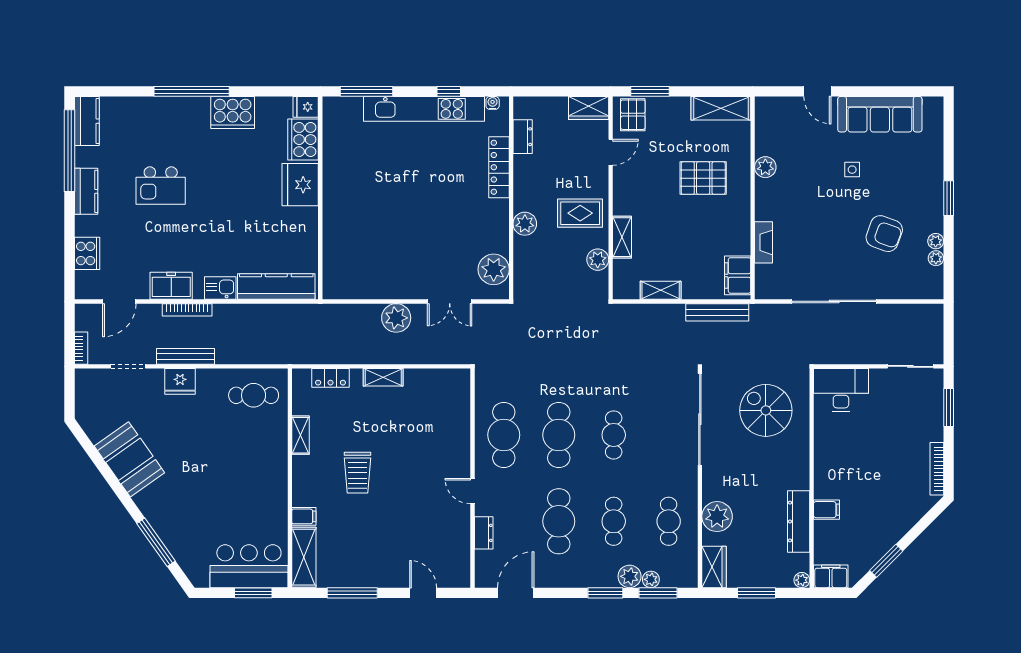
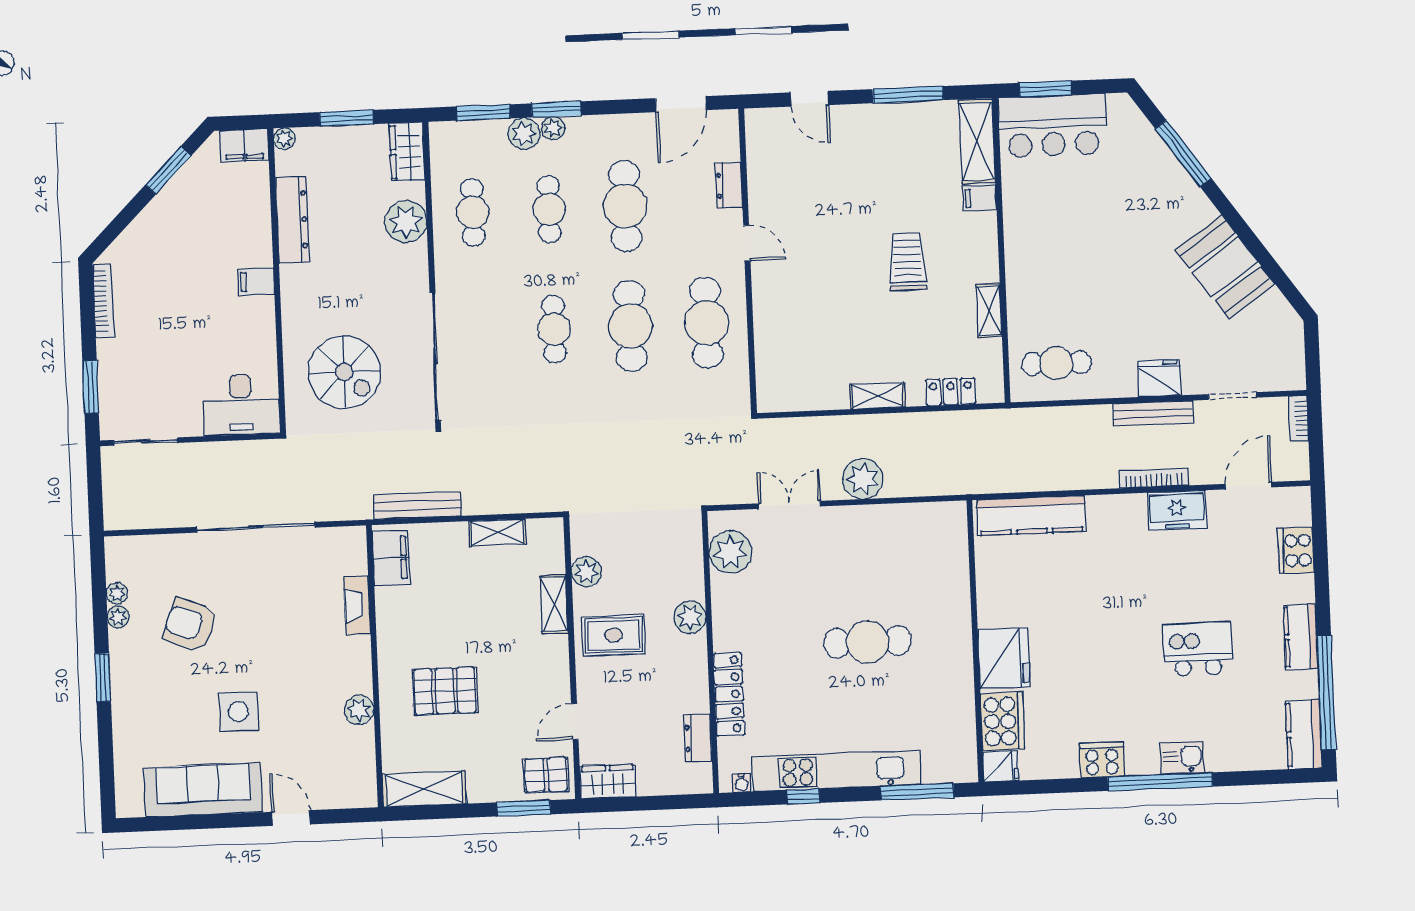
cooker: (233, 113) -> (1102, 760), width x0.73, depth x0.76
pallet: (633, 115) -> (546, 775), turned 90
side table: (852, 170) -> (238, 711), width x1.87, depth x1.87
cafe table: (398, 201) -> (867, 642), added
kitchen sink: (220, 288) -> (1182, 758), moved, turned 180
filing cabinet: (827, 510) -> (256, 282), moved
plant: (651, 579) -> (553, 128), moved

